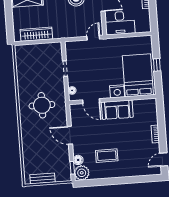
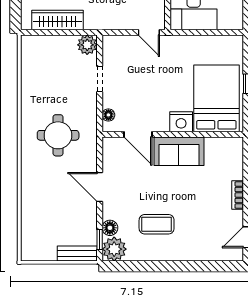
door: (93, 38) -> (149, 32), swing flipped
plant: (56, 48) -> (87, 45), added
bench: (43, 178) -> (77, 254), moved

